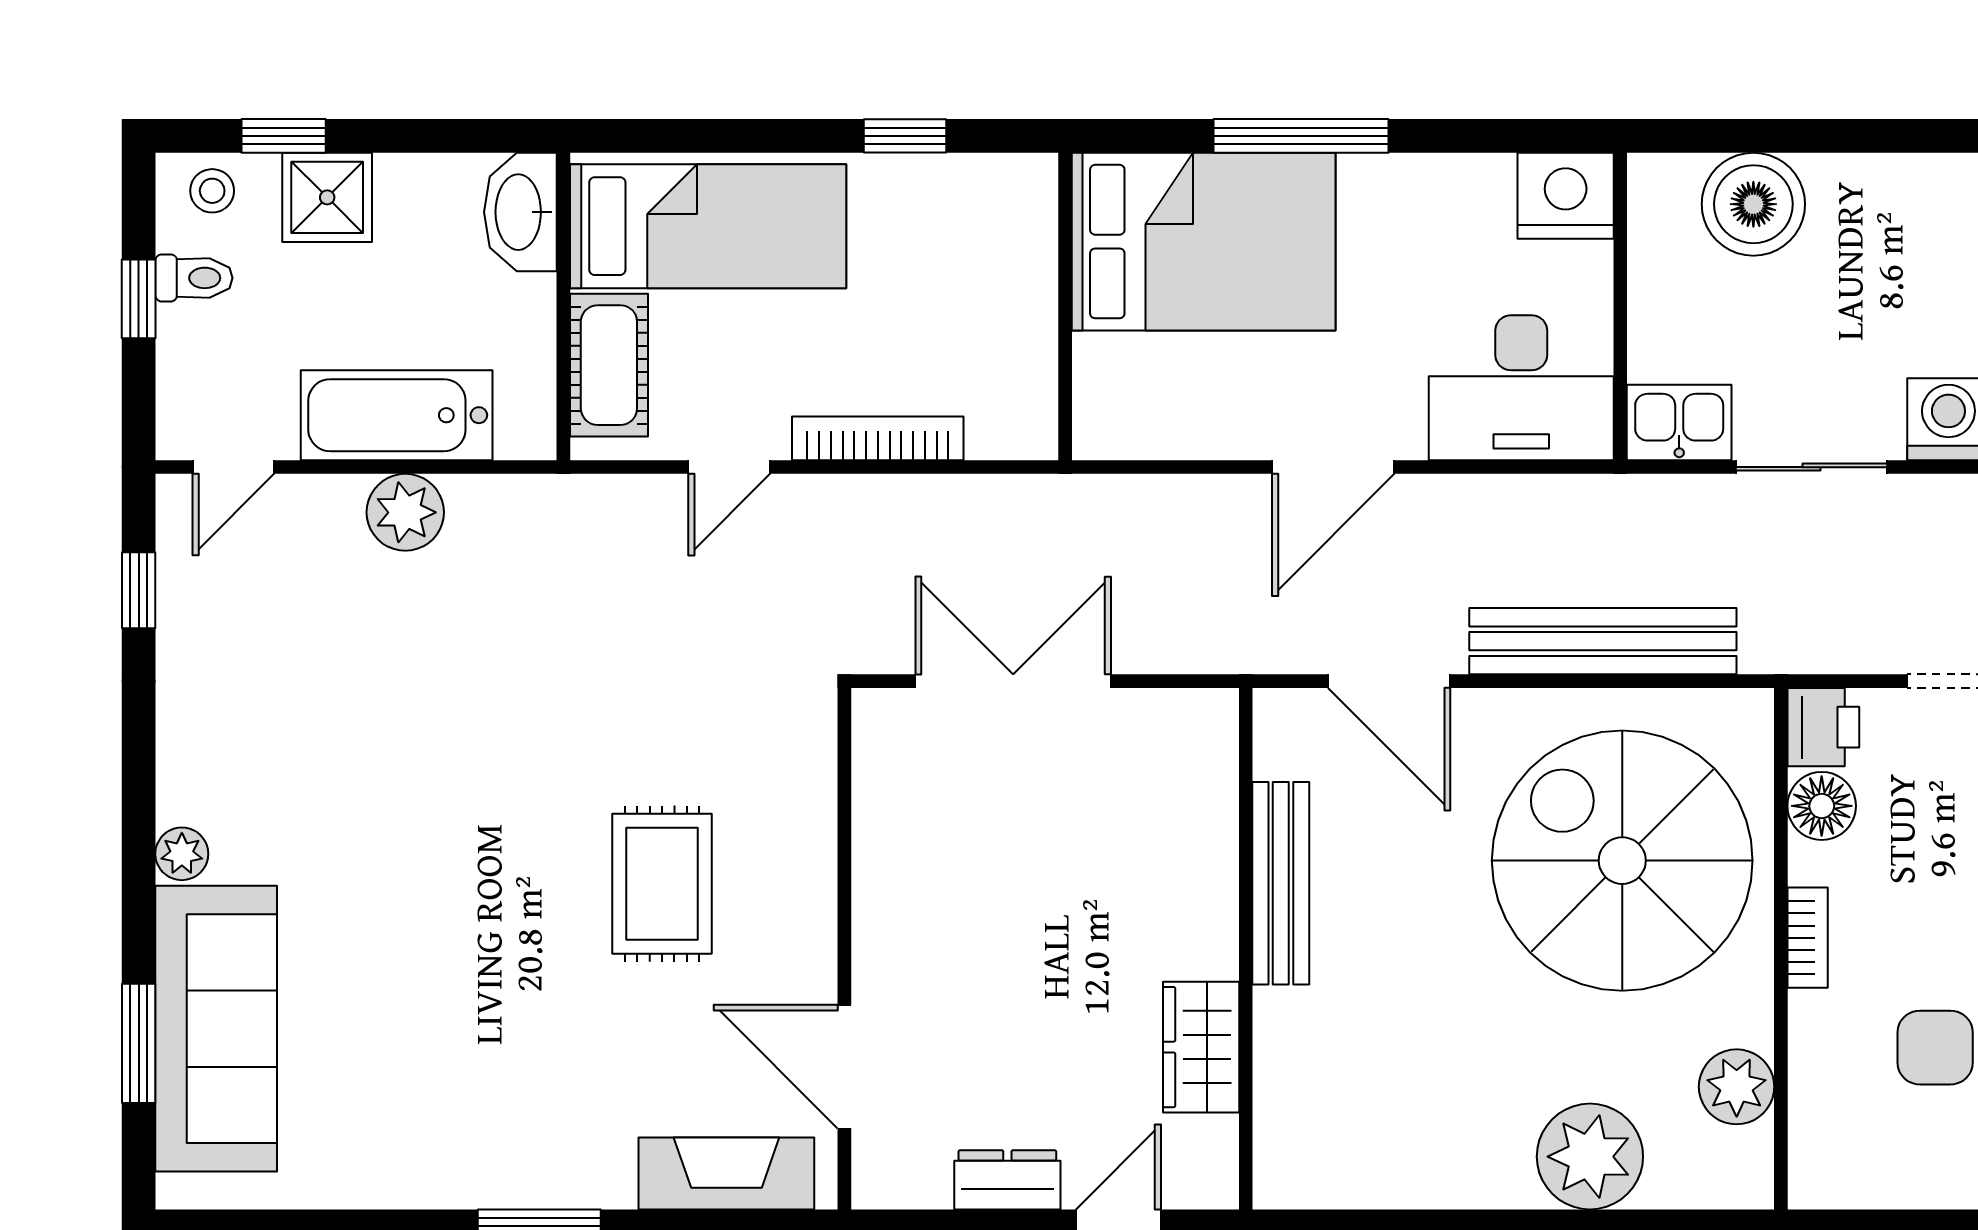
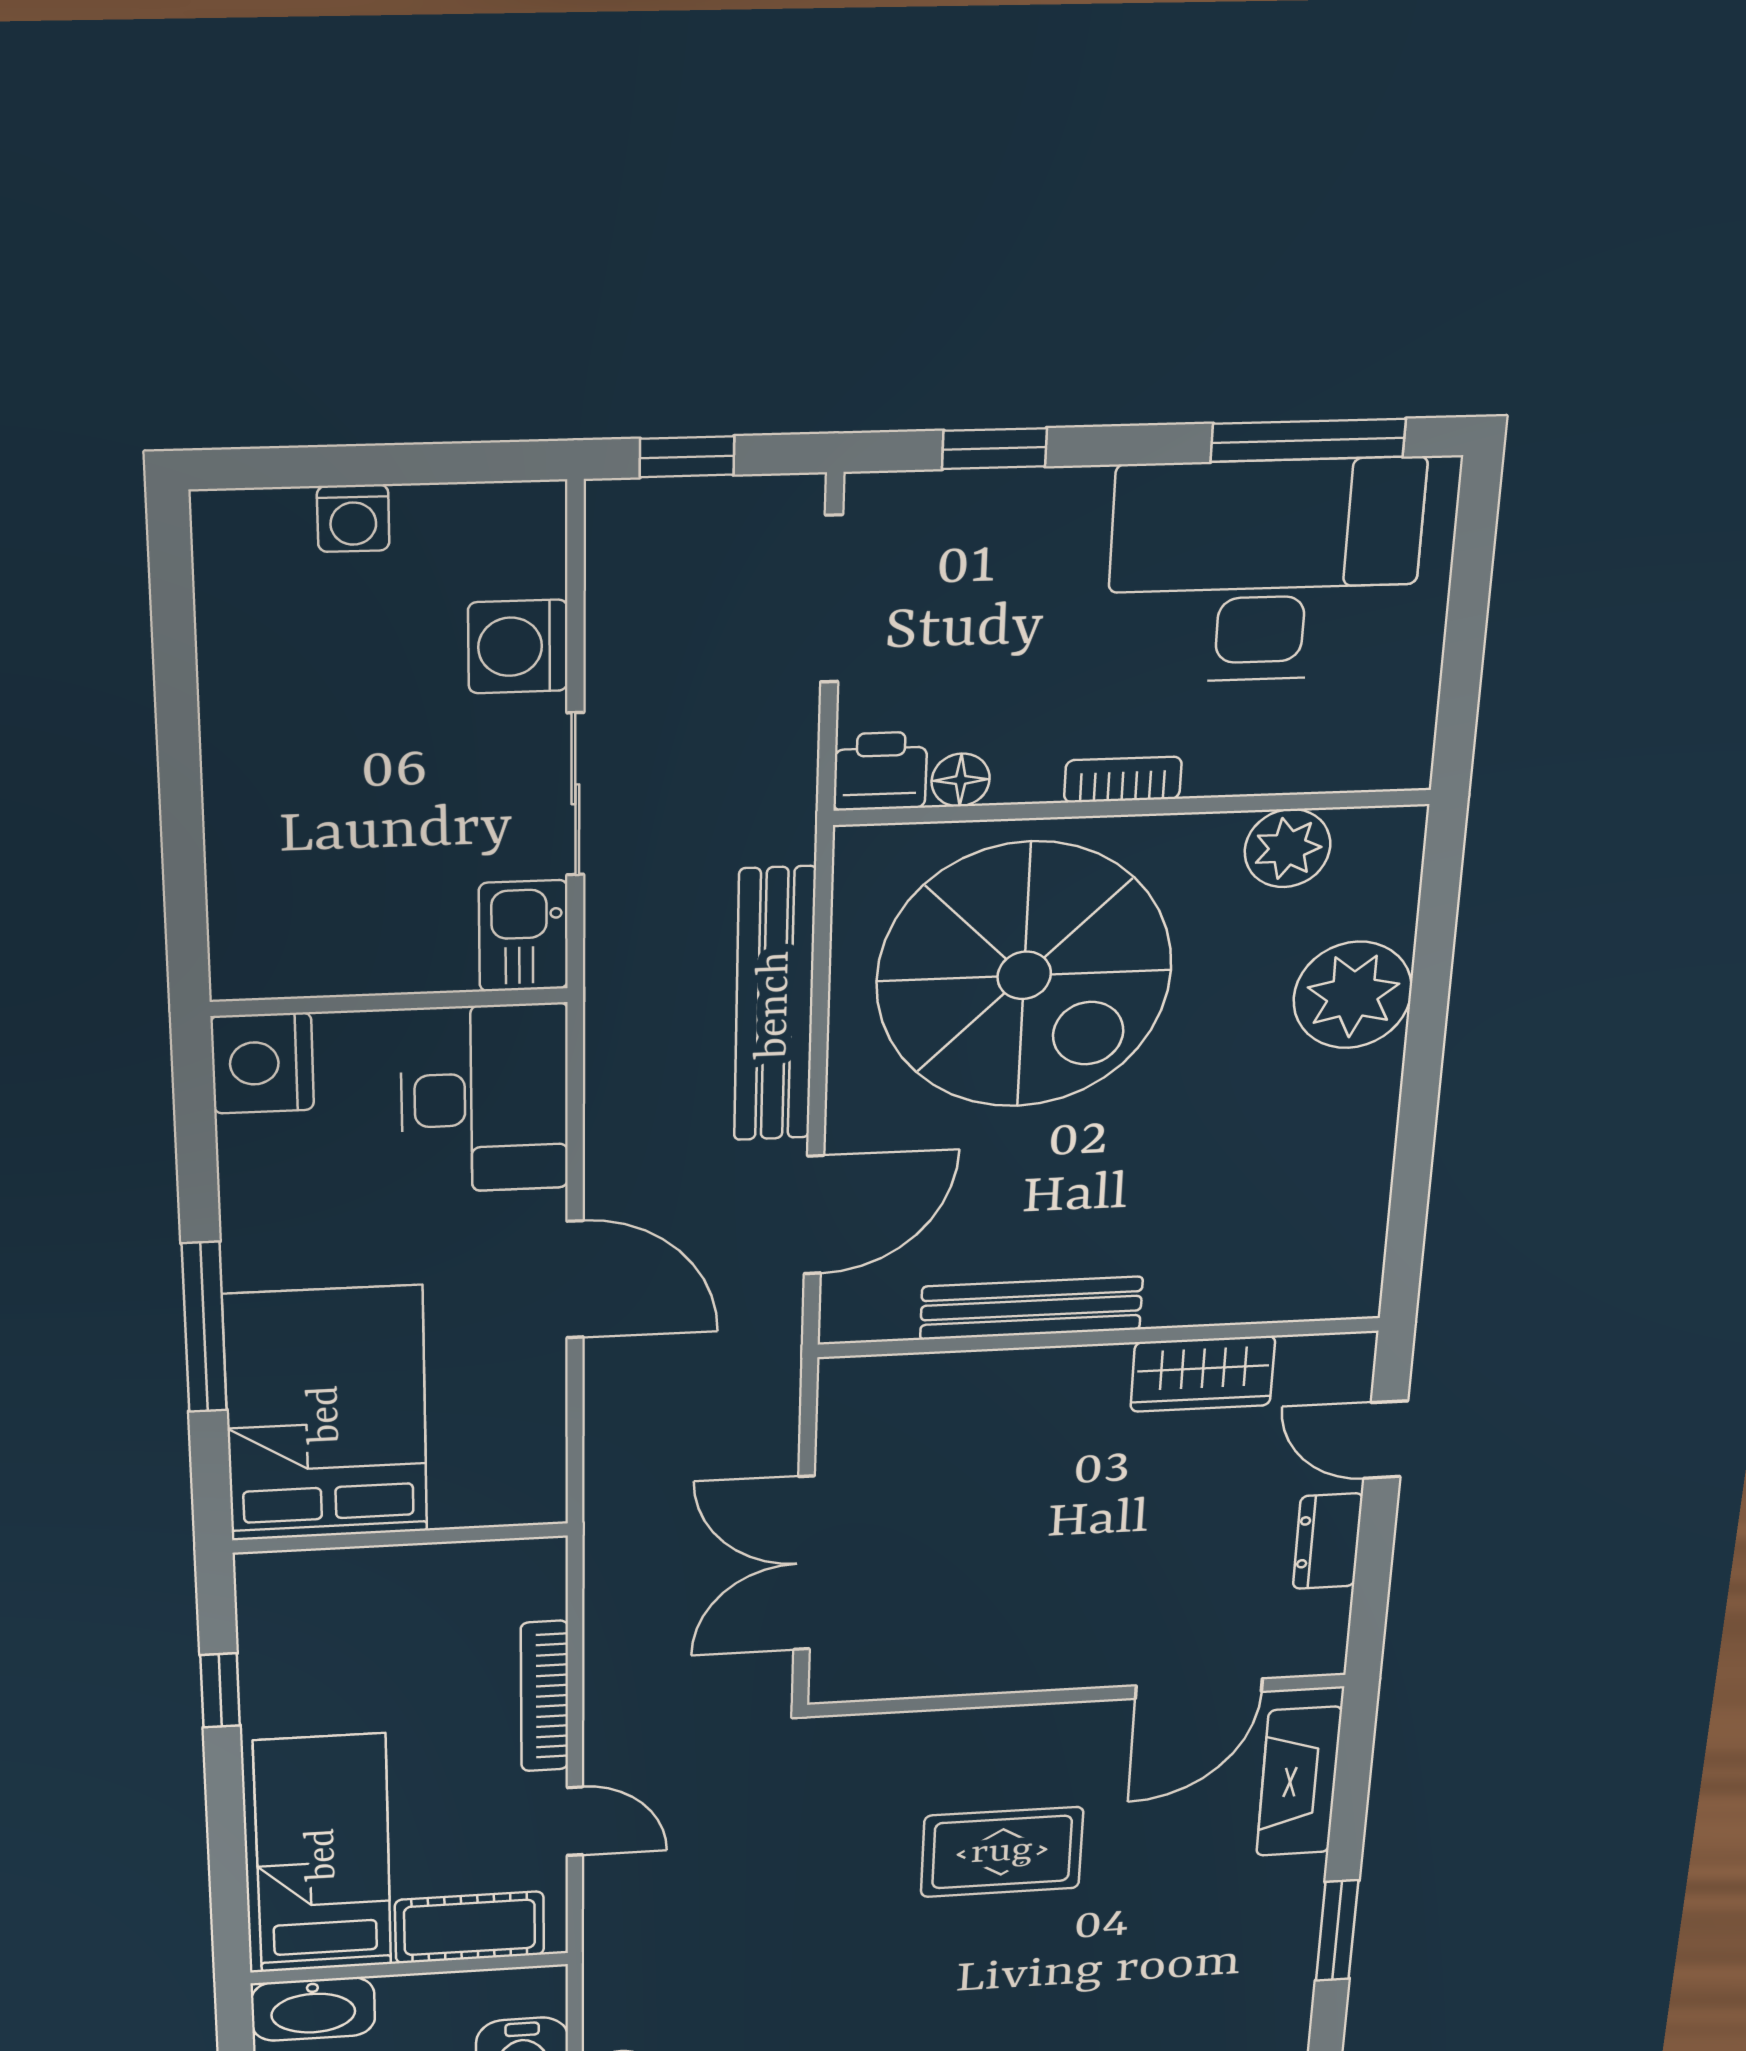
boiler: (1753, 204) -> (265, 867), removed
floor lamp: (1822, 806) -> (961, 780), width x0.73, depth x0.73
spiral stairs: (1622, 861) -> (1024, 975), turned -90

